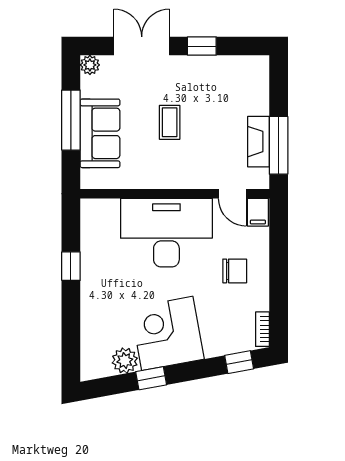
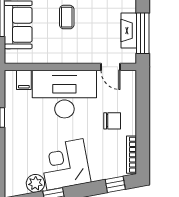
filing cabinet: (258, 212) -> (24, 80), moved
bookcase: (262, 329) -> (131, 155), width x1.56

